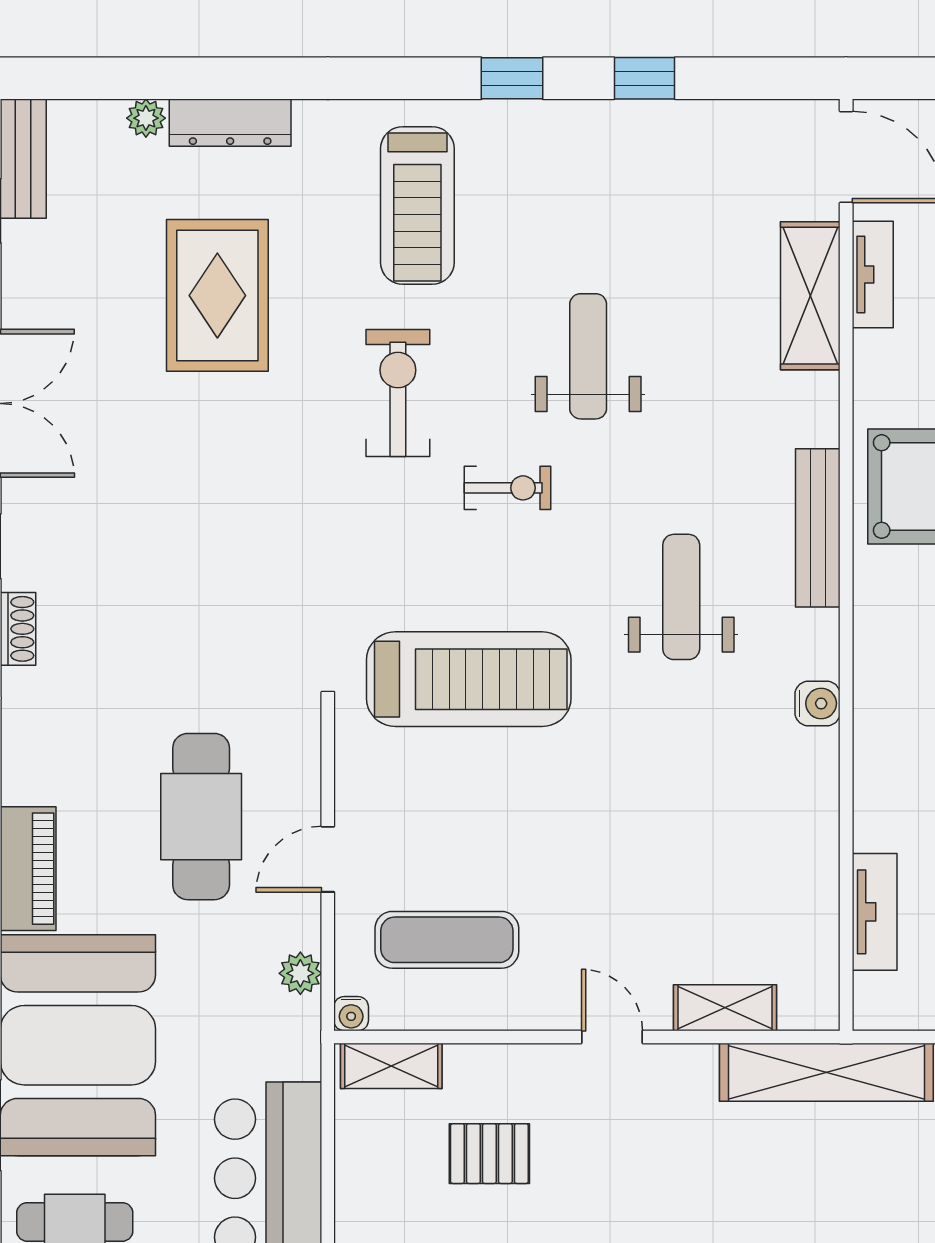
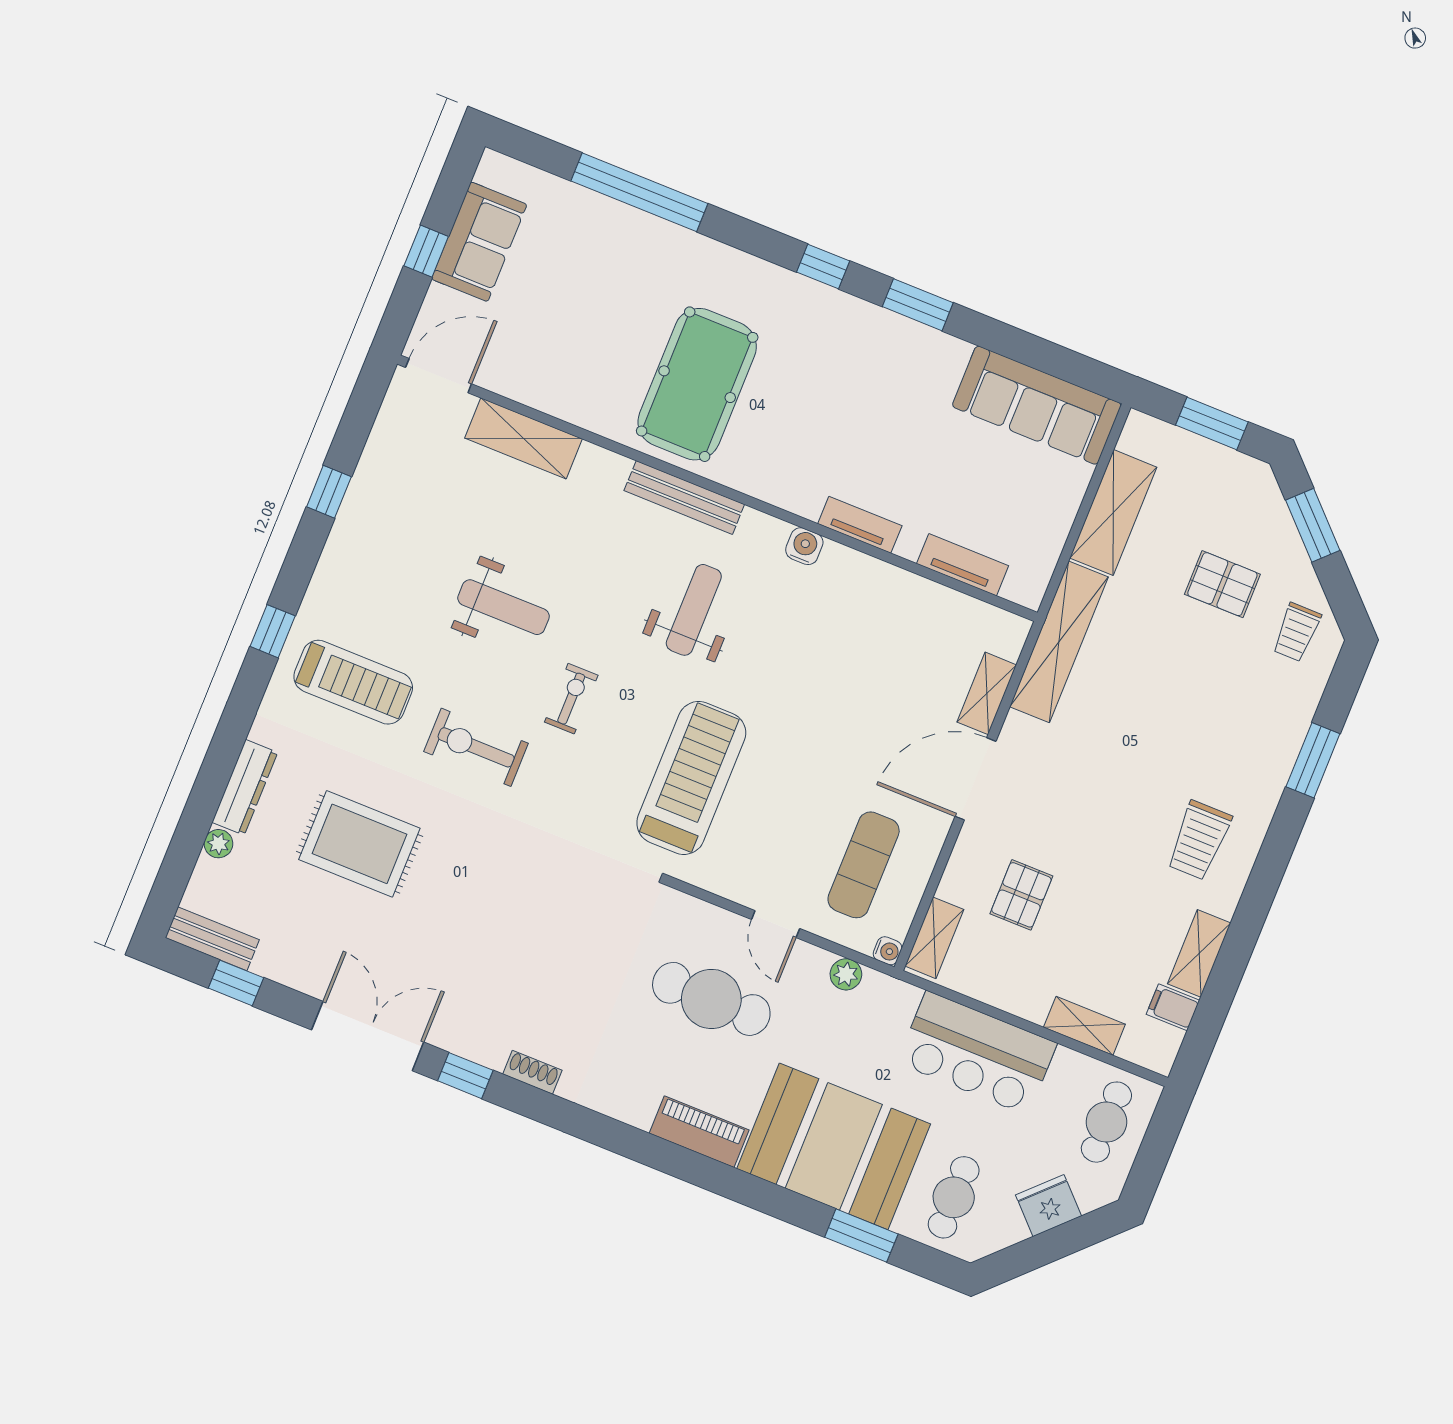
window: (512, 78) -> (273, 631), moved
tv unit: (873, 275) -> (860, 525), moved
weight bench: (588, 356) -> (504, 607), turned 180
weight bench: (681, 597) -> (694, 610), turned 90
door: (612, 1037) -> (976, 779), width x1.88

